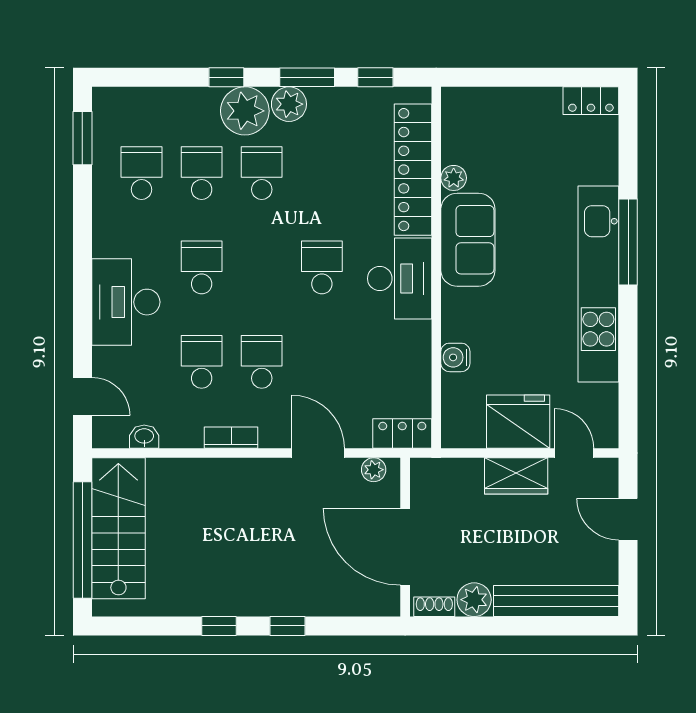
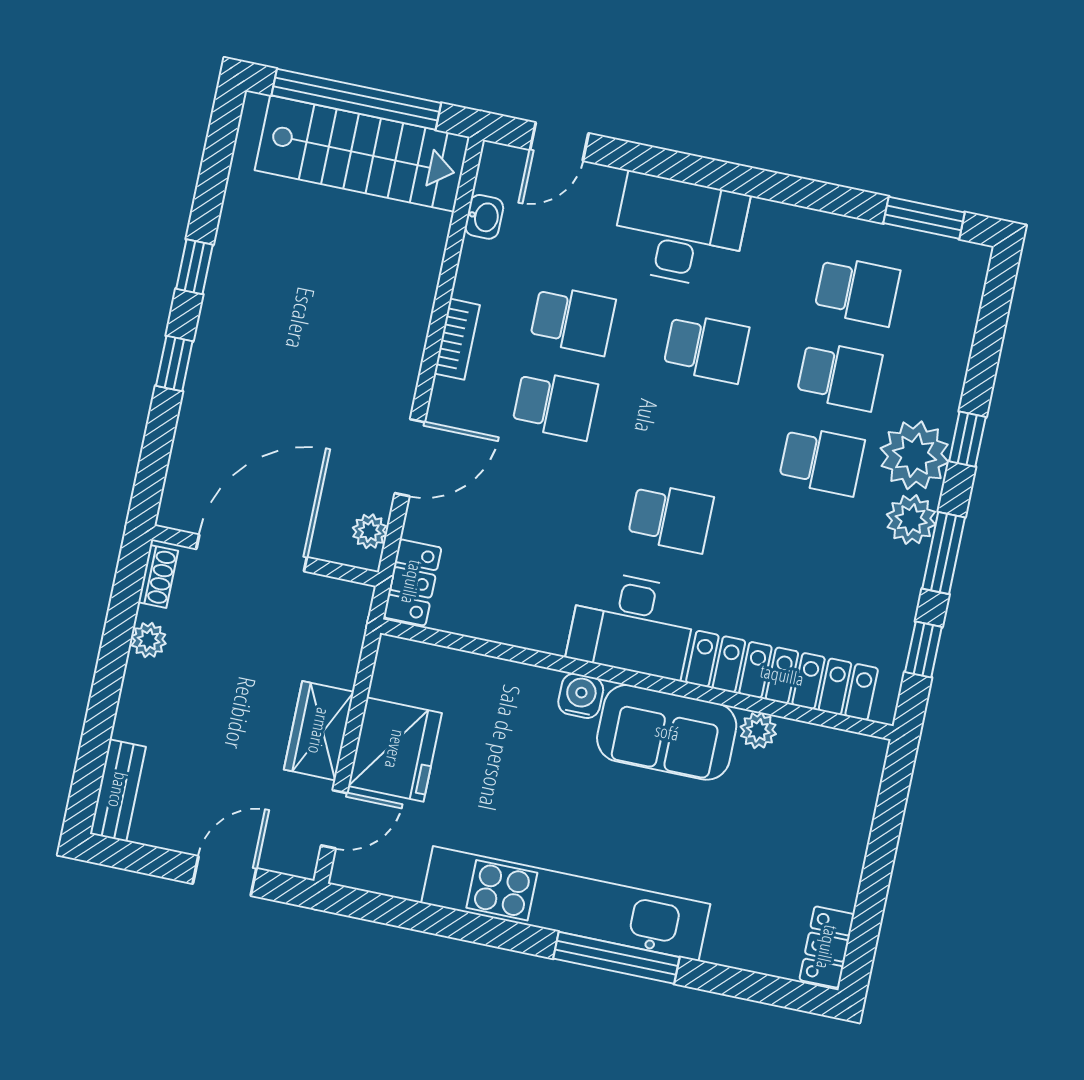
water cooler: (455, 357) -> (581, 696), moved
plant: (474, 600) -> (149, 640), width x0.73, depth x0.73
bench: (556, 601) -> (118, 790), width x0.54, depth x0.82

